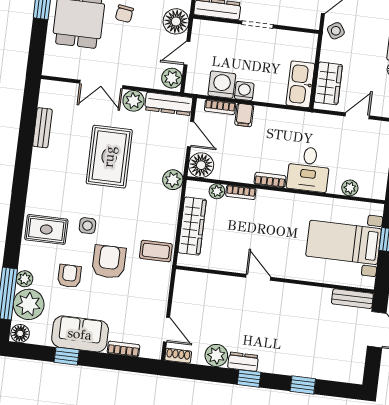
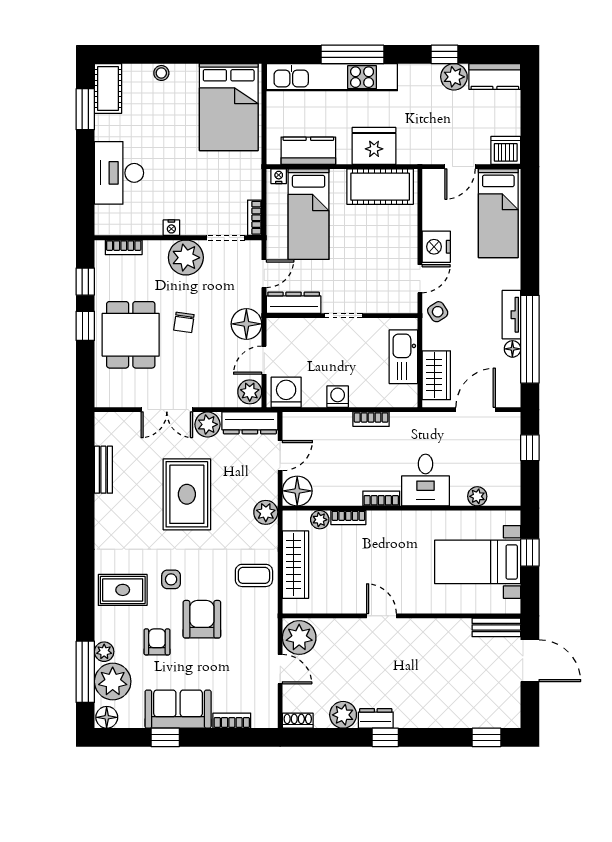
kitchen sink: (300, 84) -> (403, 357), moved
washing machine: (222, 85) -> (286, 392), moved
bookcase: (220, 107) -> (371, 419), moved
filing cabinet: (244, 115) -> (341, 425), removed
door: (357, 116) -> (476, 410), width x1.37
door: (190, 134) -> (280, 456), hinge flipped
coffee table: (156, 251) -> (254, 575), moved
plant: (188, 287) -> (299, 638), added
door: (166, 330) -> (280, 669), moved
window: (303, 385) -> (487, 737), moved

